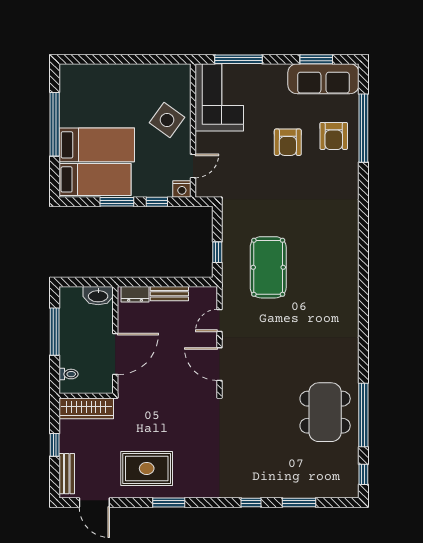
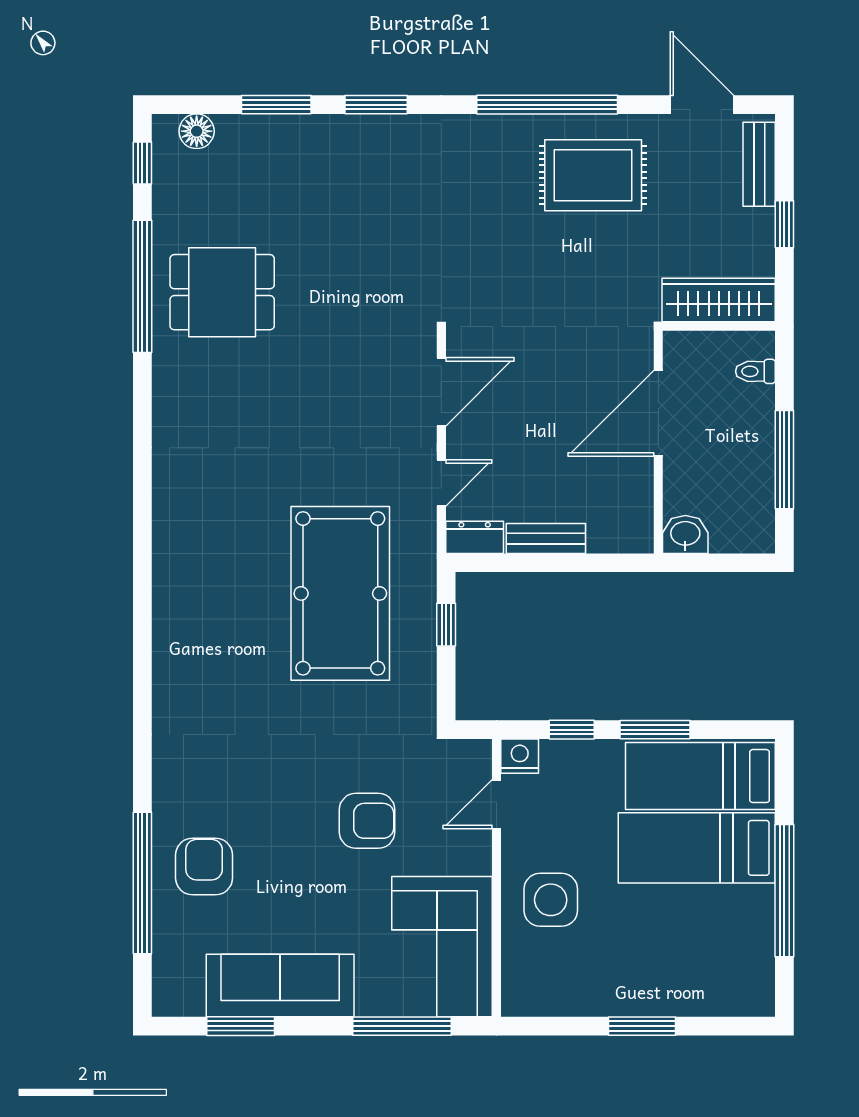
window: (123, 59) -> (642, 1026), added
sofa: (323, 79) -> (280, 986), moved
side table: (167, 120) -> (551, 900), turned -36
armchair: (288, 142) -> (367, 821), moved, turned 90
pool table: (268, 267) -> (340, 593), width x1.36, depth x1.32
dresser: (135, 294) -> (475, 537), moved
washbasin: (98, 296) -> (685, 534), width x0.72
door: (220, 364) -> (441, 392), hinge flipped
dining table: (325, 412) -> (222, 292), width x0.73
floor lamp: (337, 490) -> (197, 131), added
window: (169, 502) -> (547, 105), width x2.11
window: (251, 502) -> (376, 105), width x1.50

